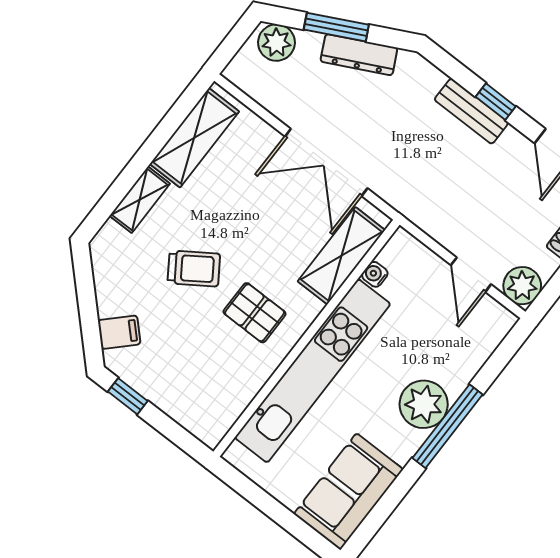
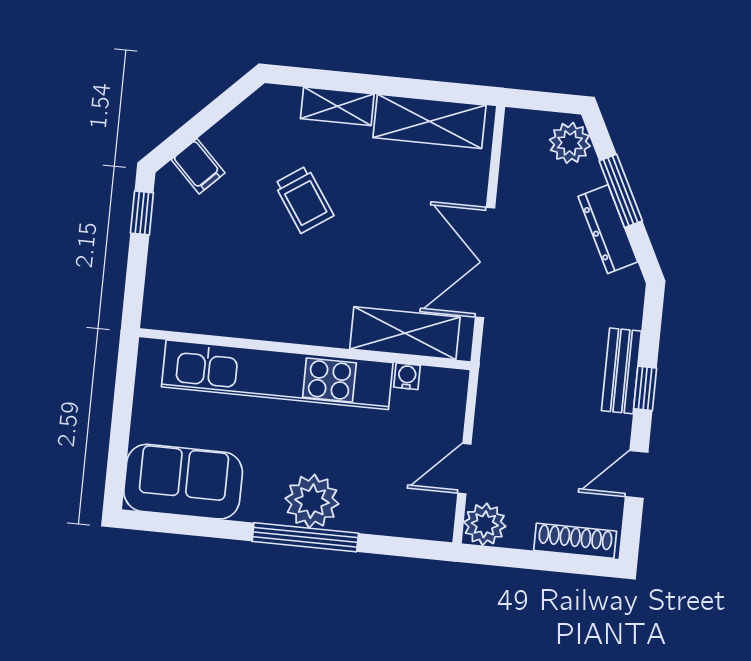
pallet: (255, 313) -> (298, 284), removed

